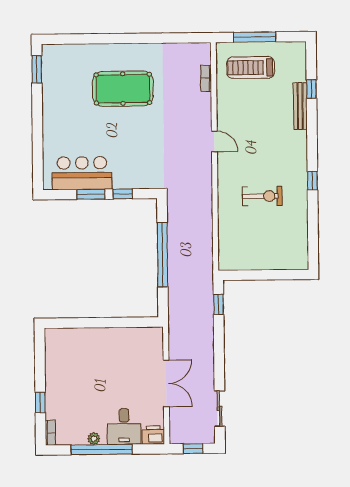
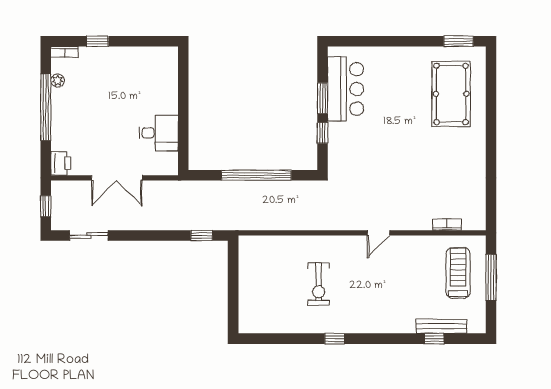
pool table: (123, 89) -> (451, 94), moved
bench: (300, 106) -> (441, 326), moved
desk: (124, 427) -> (159, 133), moved, turned 180
plant: (94, 439) -> (58, 80), moved

